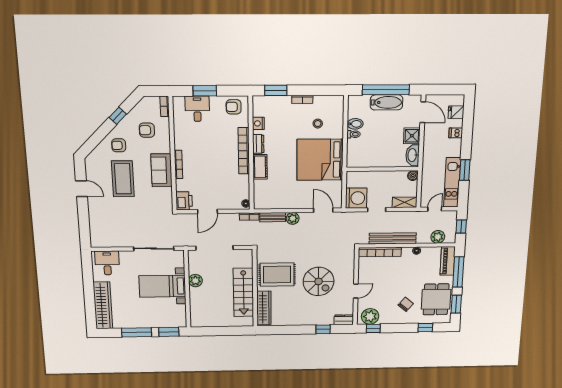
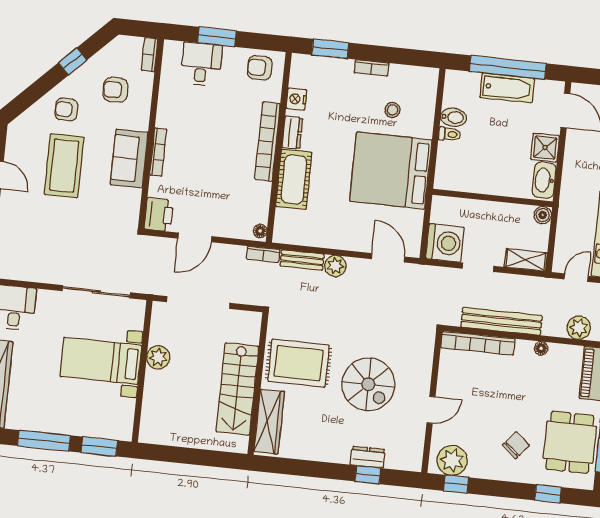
cot: (260, 167) -> (294, 179), width x1.37, depth x1.34
dresser: (344, 320) -> (368, 457), moved

